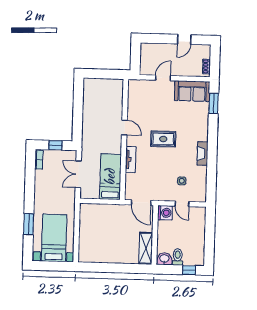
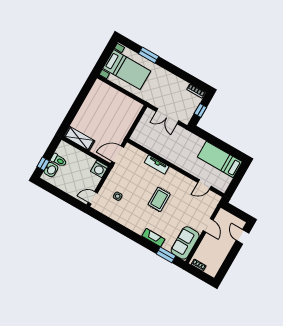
door: (184, 39) -> (243, 237), moved
door: (124, 127) -> (204, 184), moved
fireplace: (202, 154) -> (153, 238), moved
double door: (78, 174) -> (167, 116), swing flipped
bed: (110, 177) -> (220, 159), moved, turned 180
door: (182, 204) -> (93, 198), moved
washbasin: (164, 259) -> (51, 170), moved

